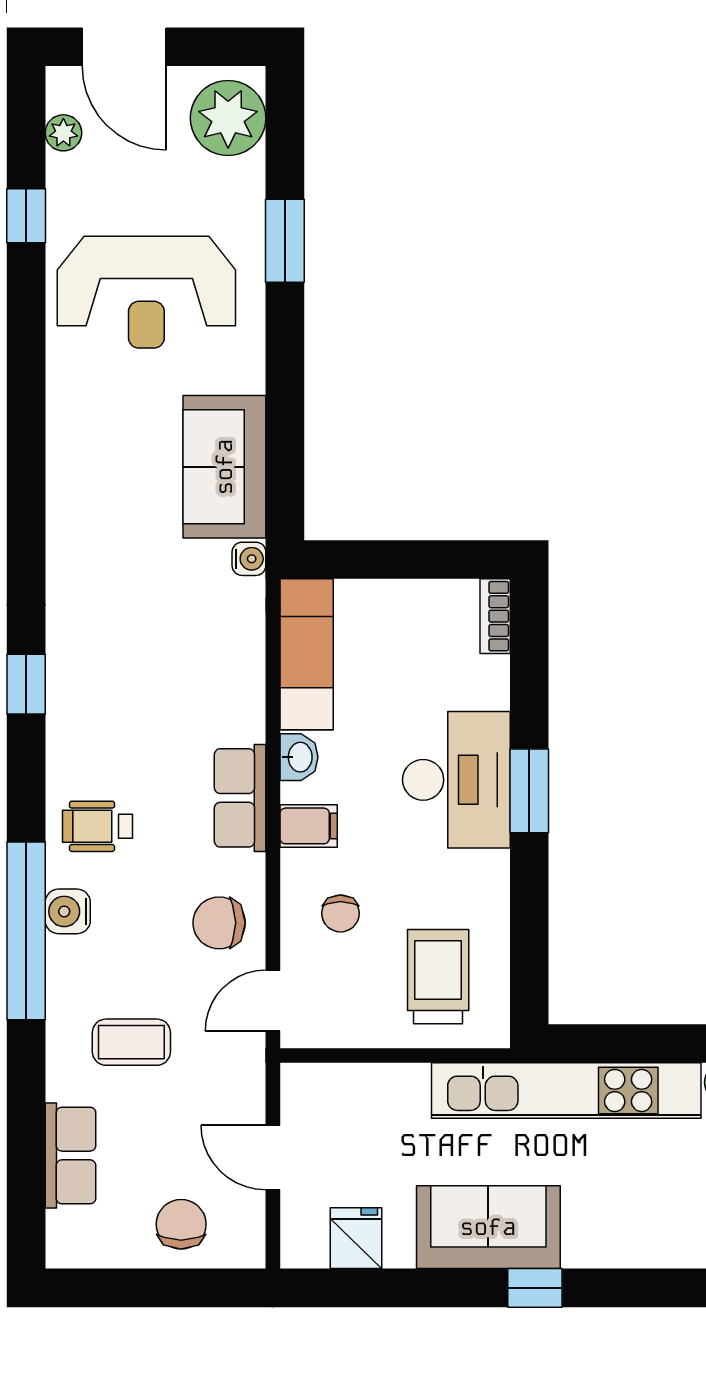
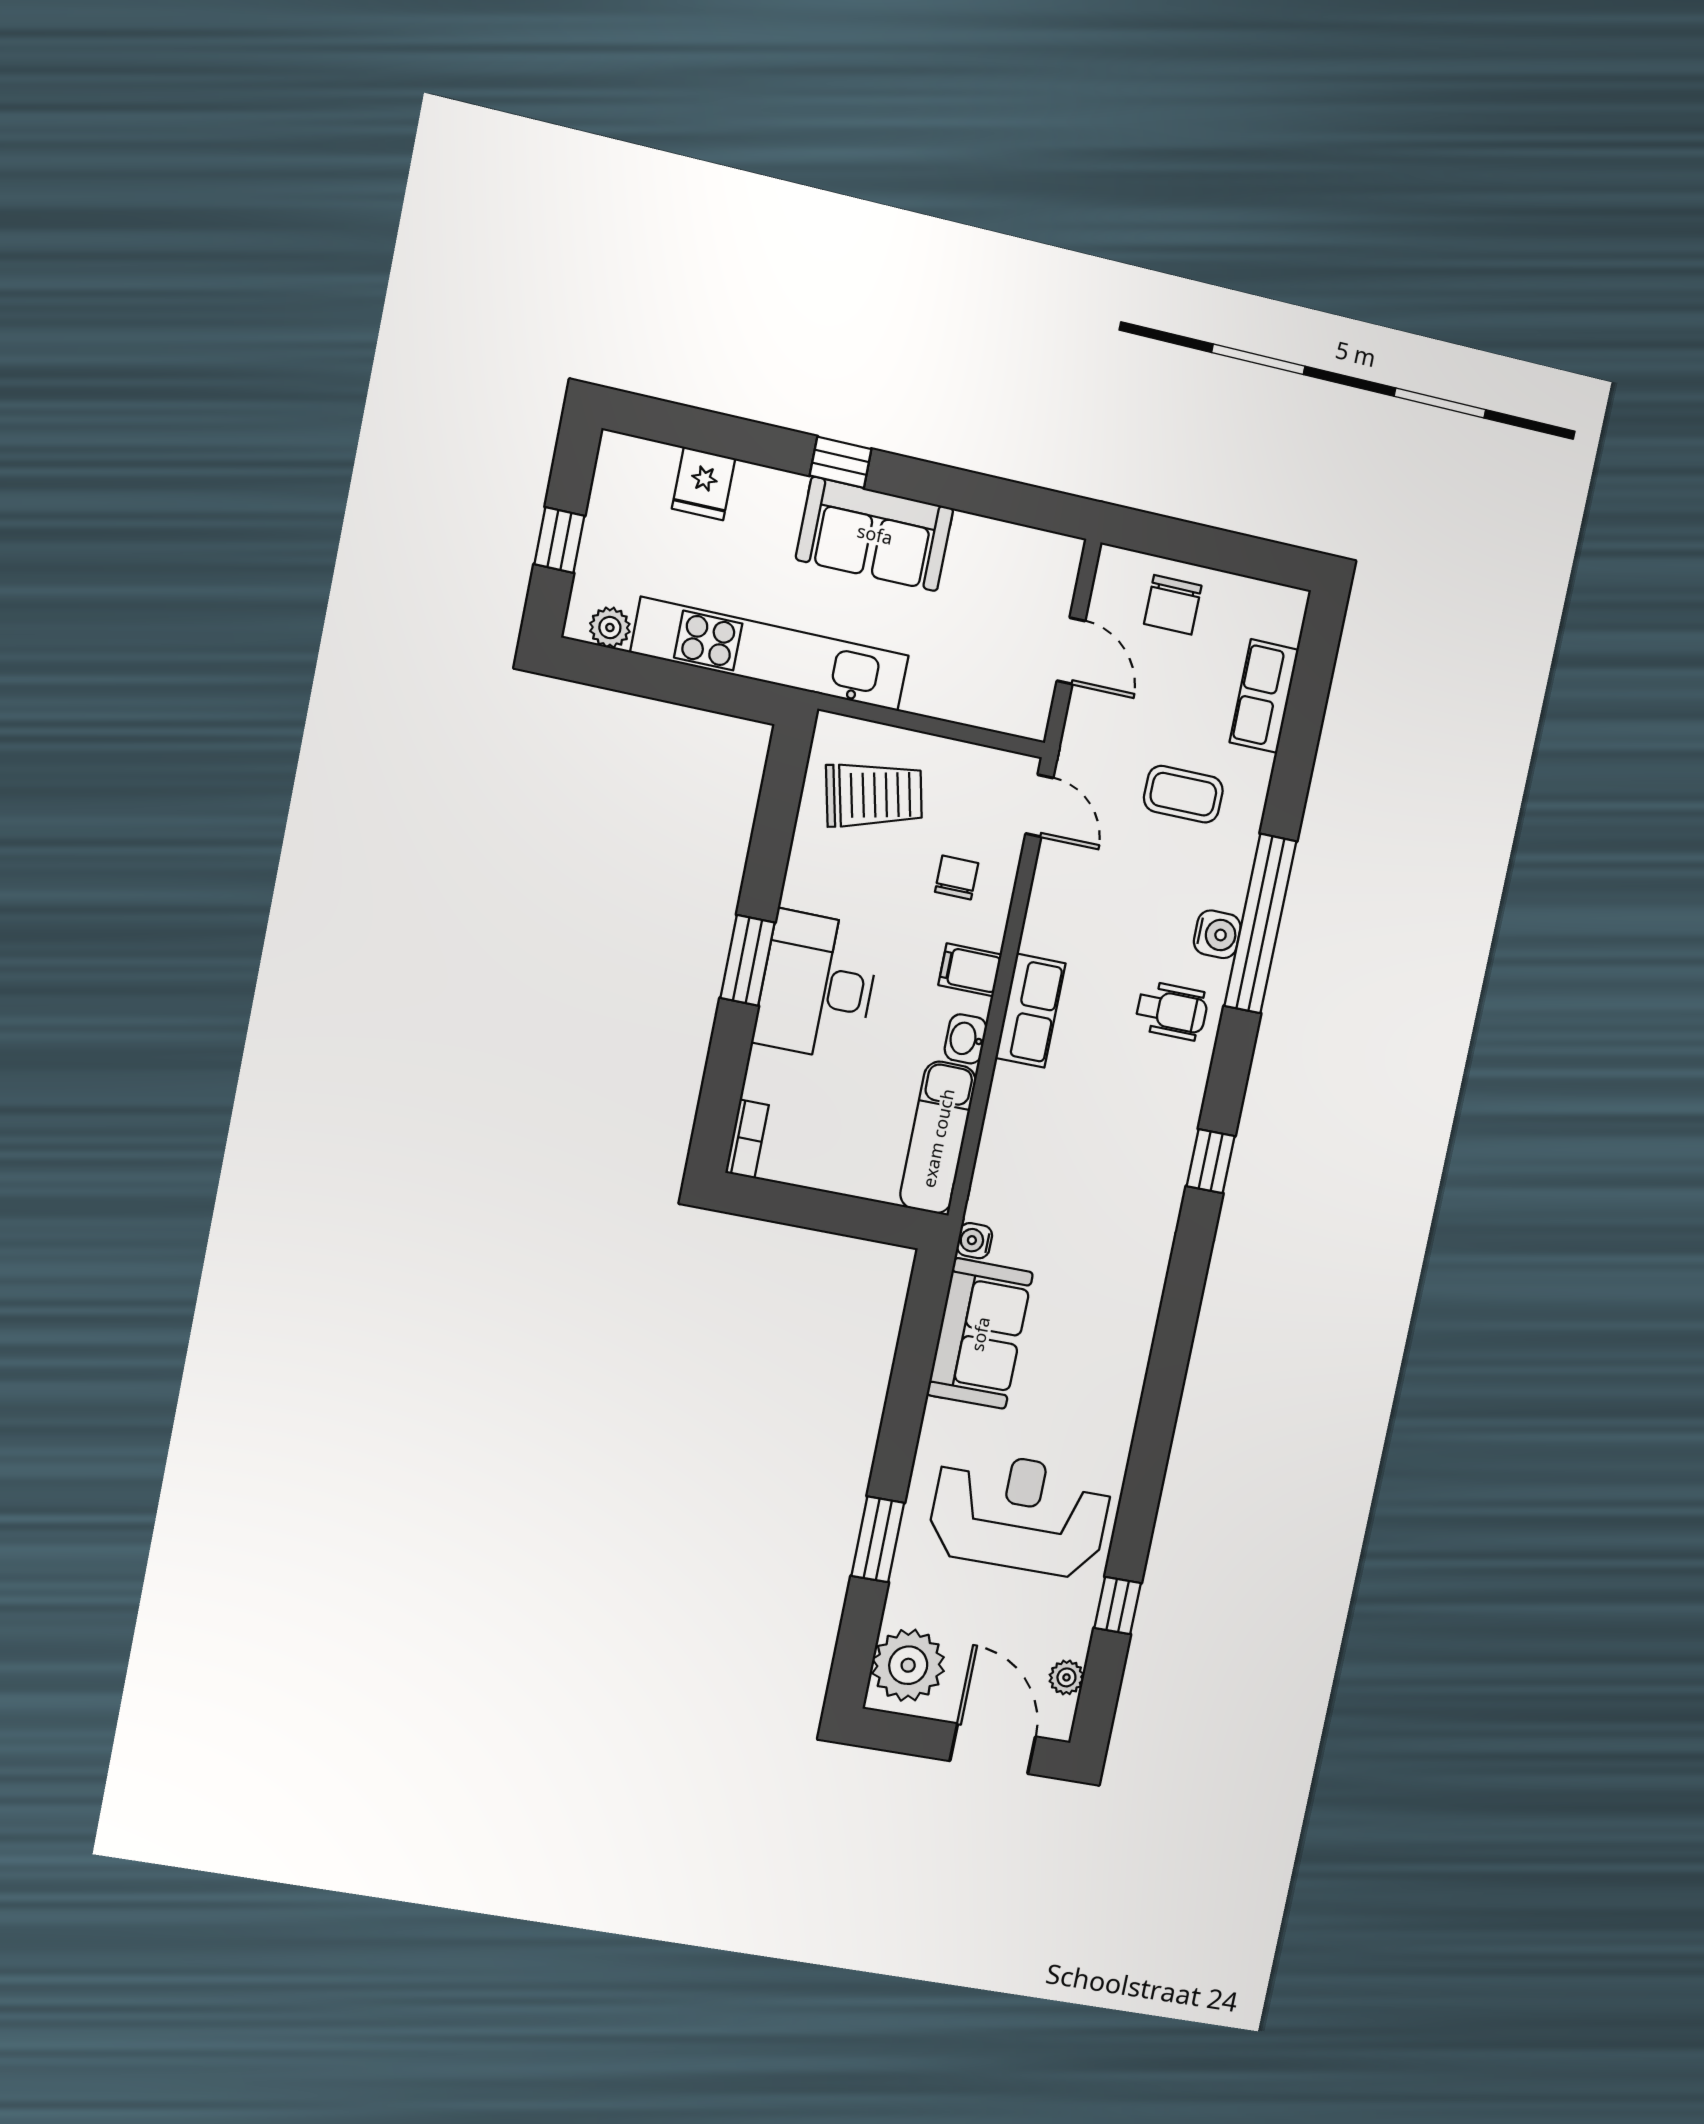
chair: (219, 923) -> (1076, 893), removed
trolley: (438, 977) -> (874, 795), turned -103
door: (273, 1001) -> (1039, 806), hinge flipped
fridge: (356, 1238) -> (704, 484), moved

